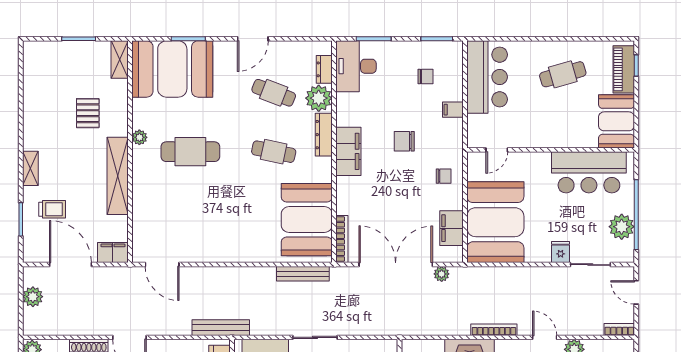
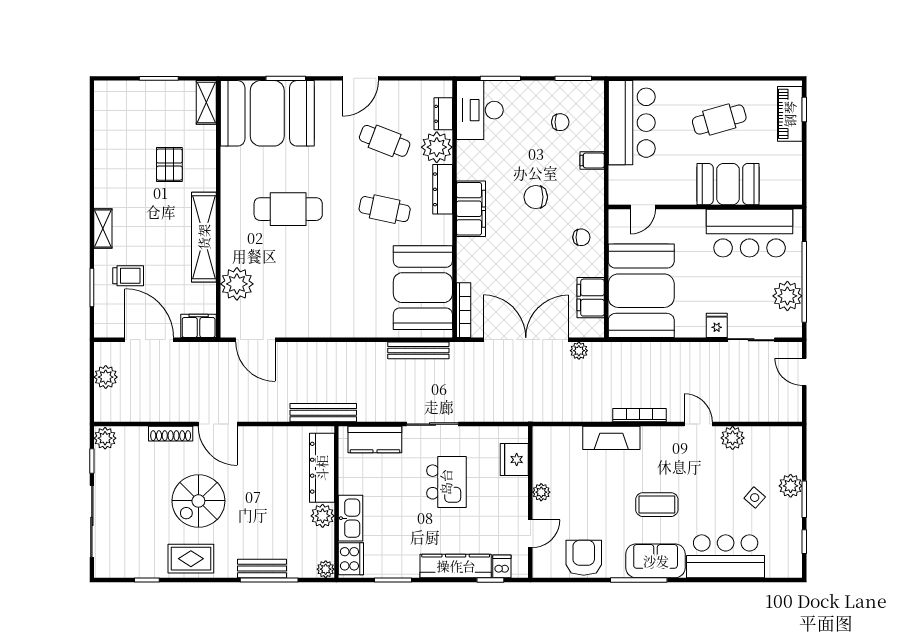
booth: (616, 121) -> (728, 184), moved, turned 90
plant: (139, 137) -> (237, 284), moved, width x1.87, depth x1.87
bookcase: (619, 329) -> (785, 415), removed

